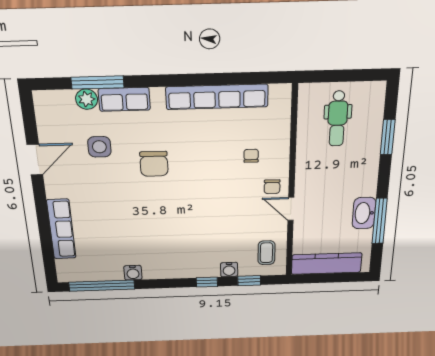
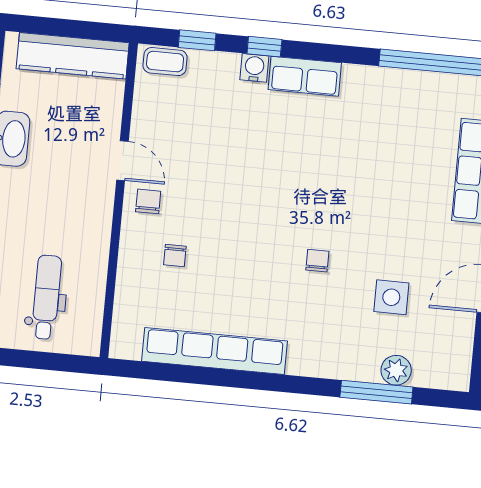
row of seats: (124, 99) -> (305, 76), moved, turned 180
chair: (154, 164) -> (317, 261), width x0.54, depth x0.54
coffee table: (266, 253) -> (165, 62), moved, turned 90
water cooler: (229, 270) -> (254, 68), moved
water cooler: (133, 273) -> (378, 80), removed

